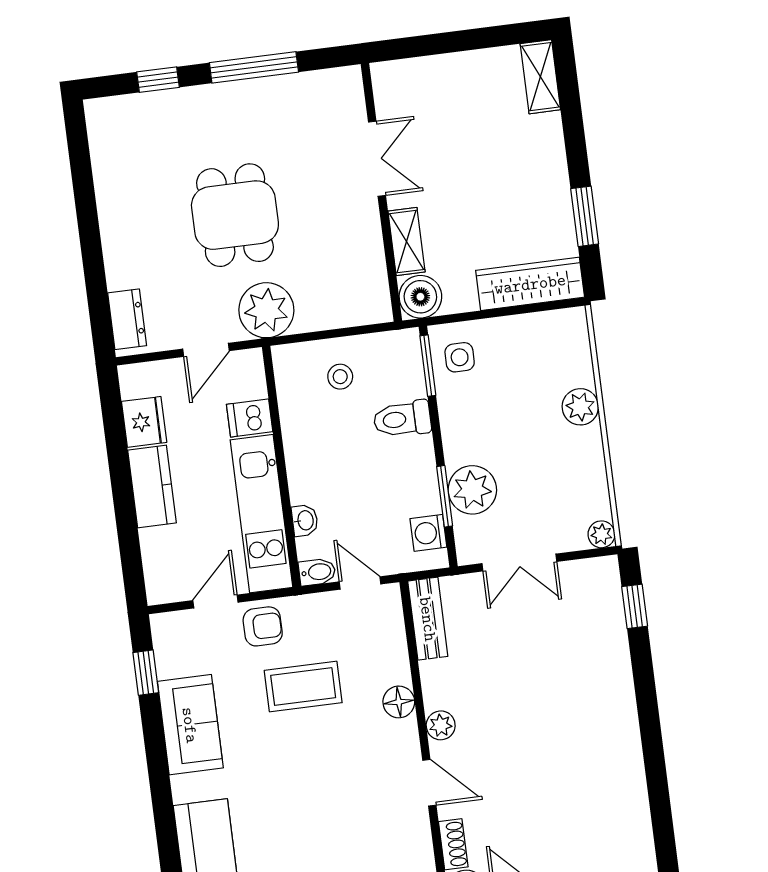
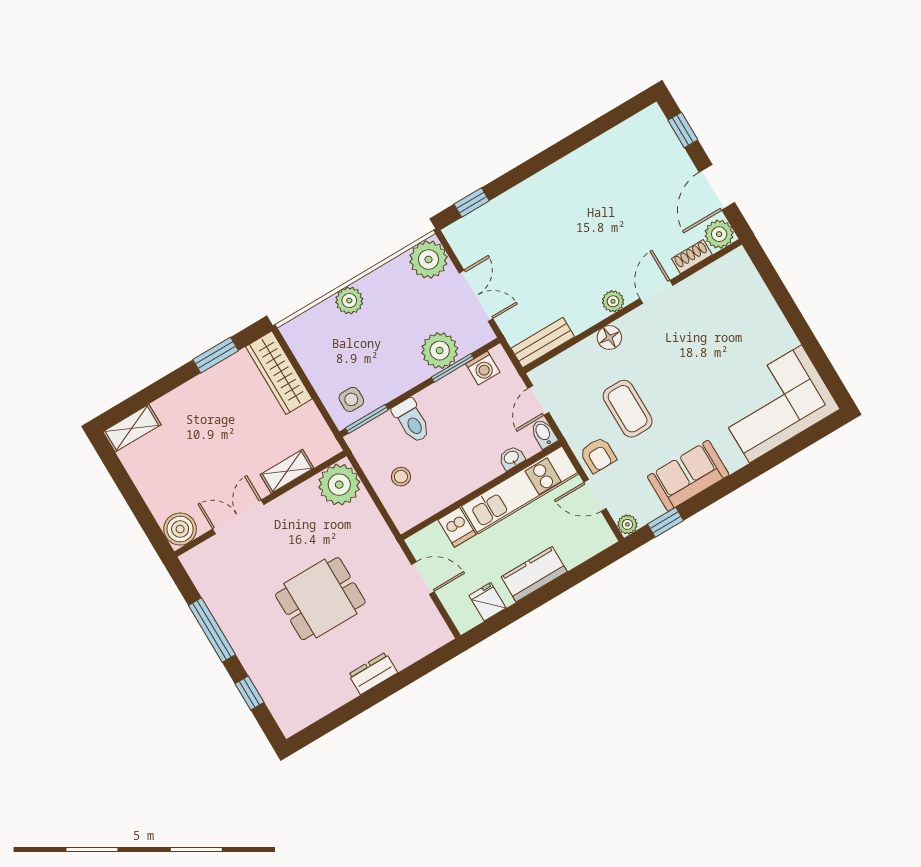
boiler: (420, 297) -> (180, 529), moved
plant: (266, 310) -> (339, 485), moved
dresser: (127, 319) -> (373, 673), moved
fridge: (144, 422) -> (487, 602), width x0.72
plant: (601, 534) -> (428, 260), width x1.88, depth x1.88
plant: (163, 625) -> (627, 524), added
armchair: (263, 626) -> (598, 455), turned 180

